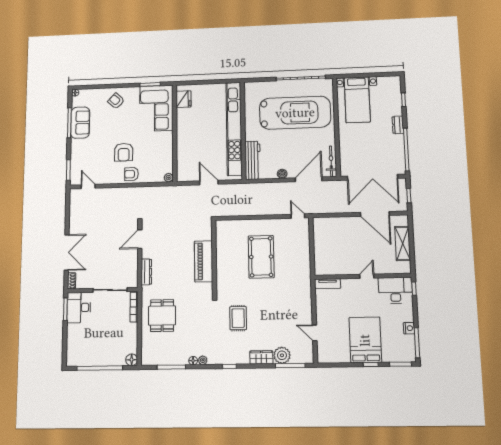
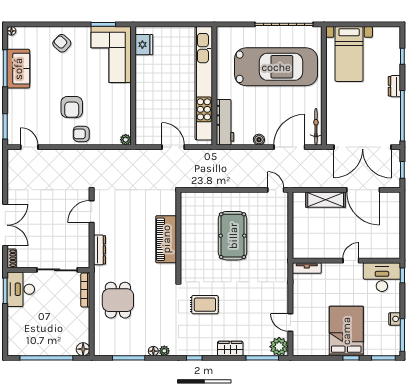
shelving: (403, 243) -> (326, 200), moved, turned 90
rug: (238, 318) -> (205, 305), turned 90
plant: (282, 355) -> (279, 347), moved

